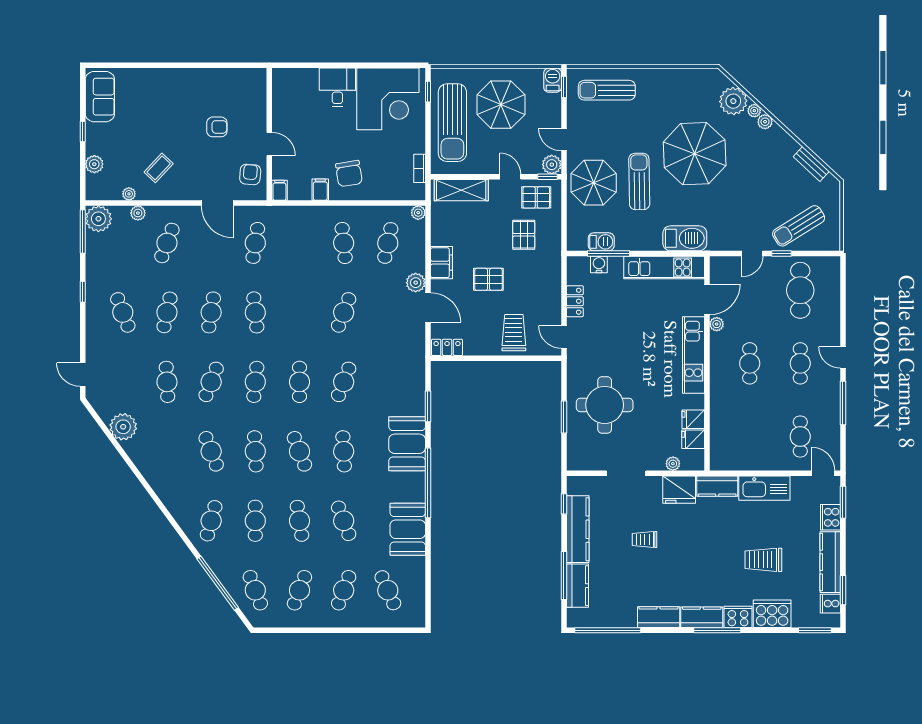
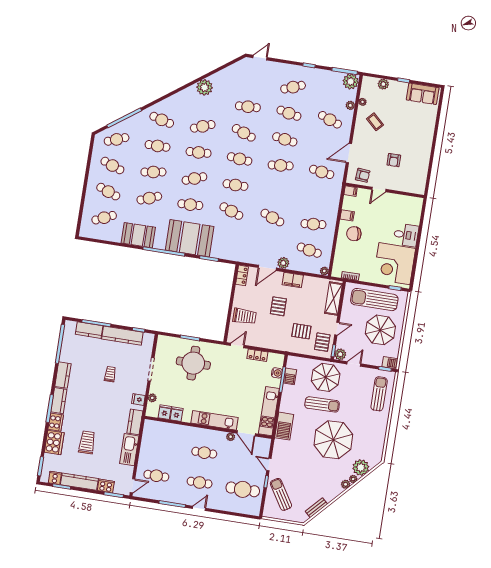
plant: (123, 427) -> (205, 87), moved
booth: (407, 444) -> (190, 238), width x1.36, depth x1.42
fridge: (679, 490) -> (138, 400), width x0.53, depth x0.75

